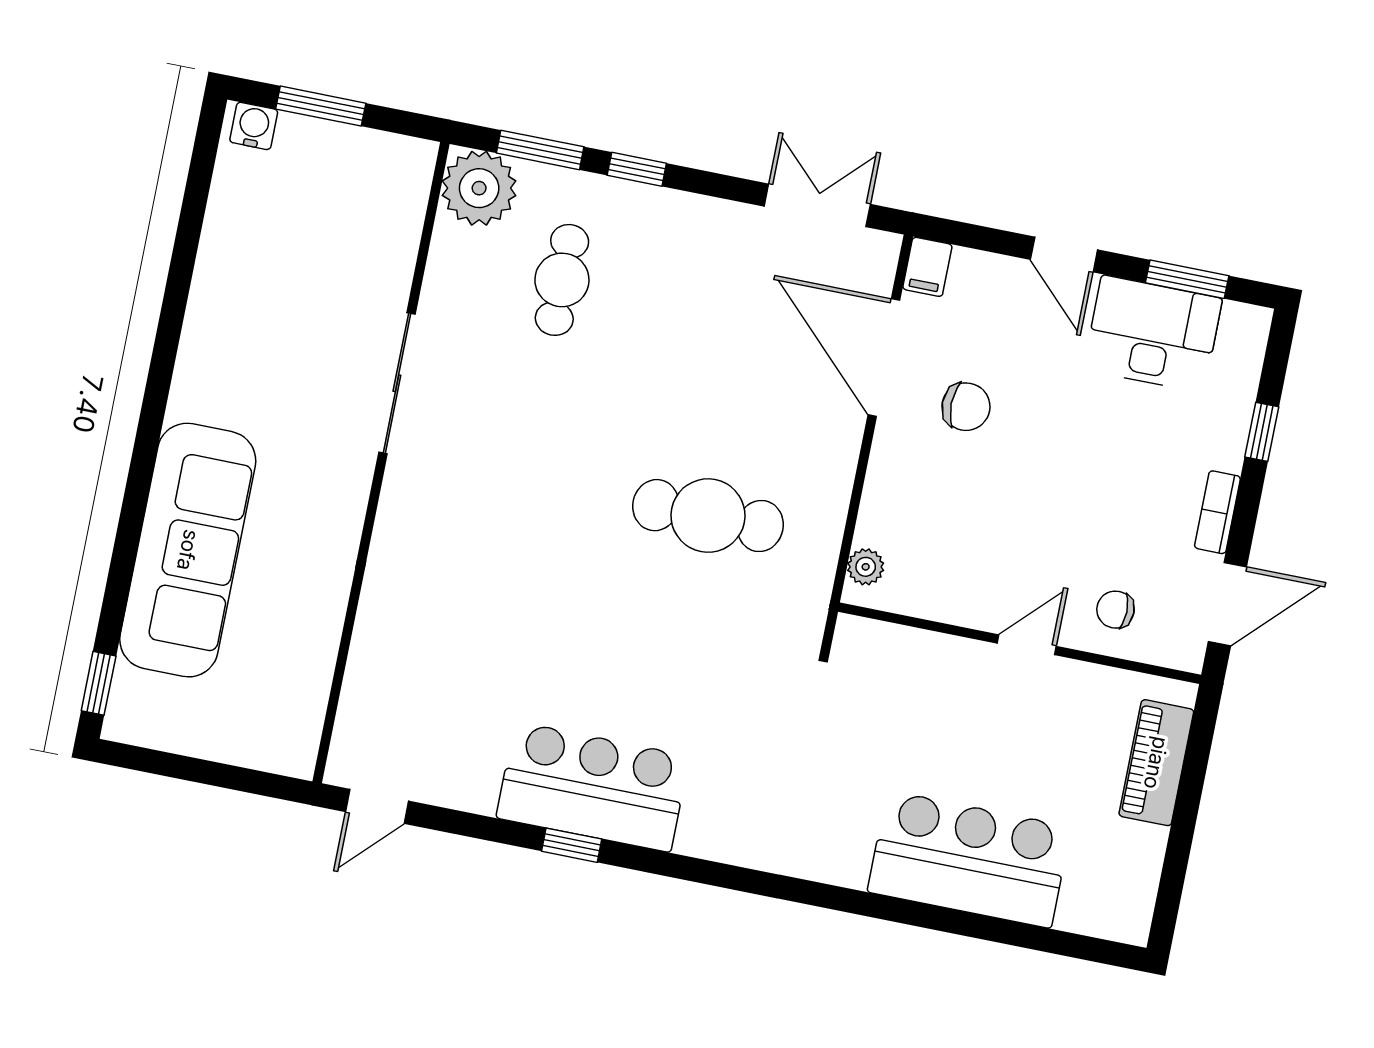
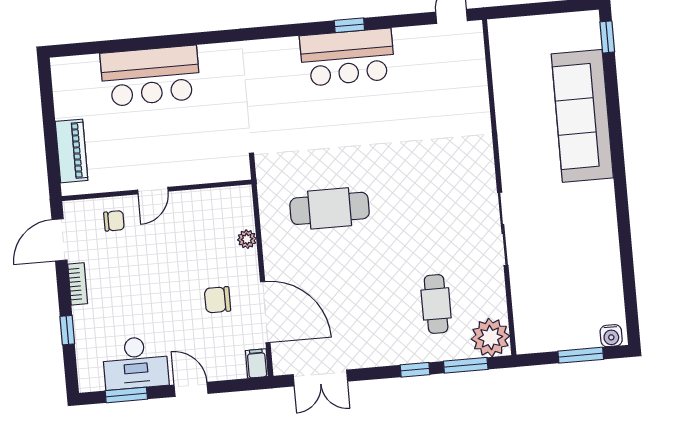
plant: (866, 567) -> (247, 239), moved

